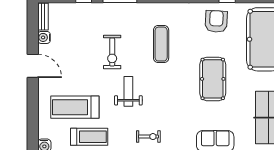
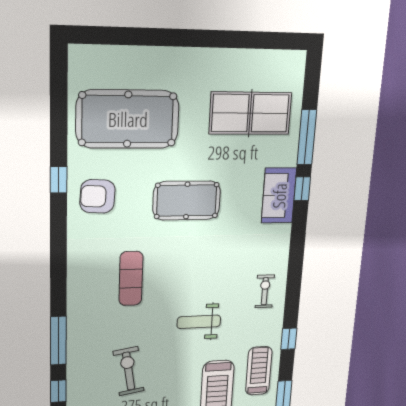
exercise mat: (161, 44) -> (131, 279), turned 90
exercise bike: (112, 52) -> (129, 371), moved, turned -99

